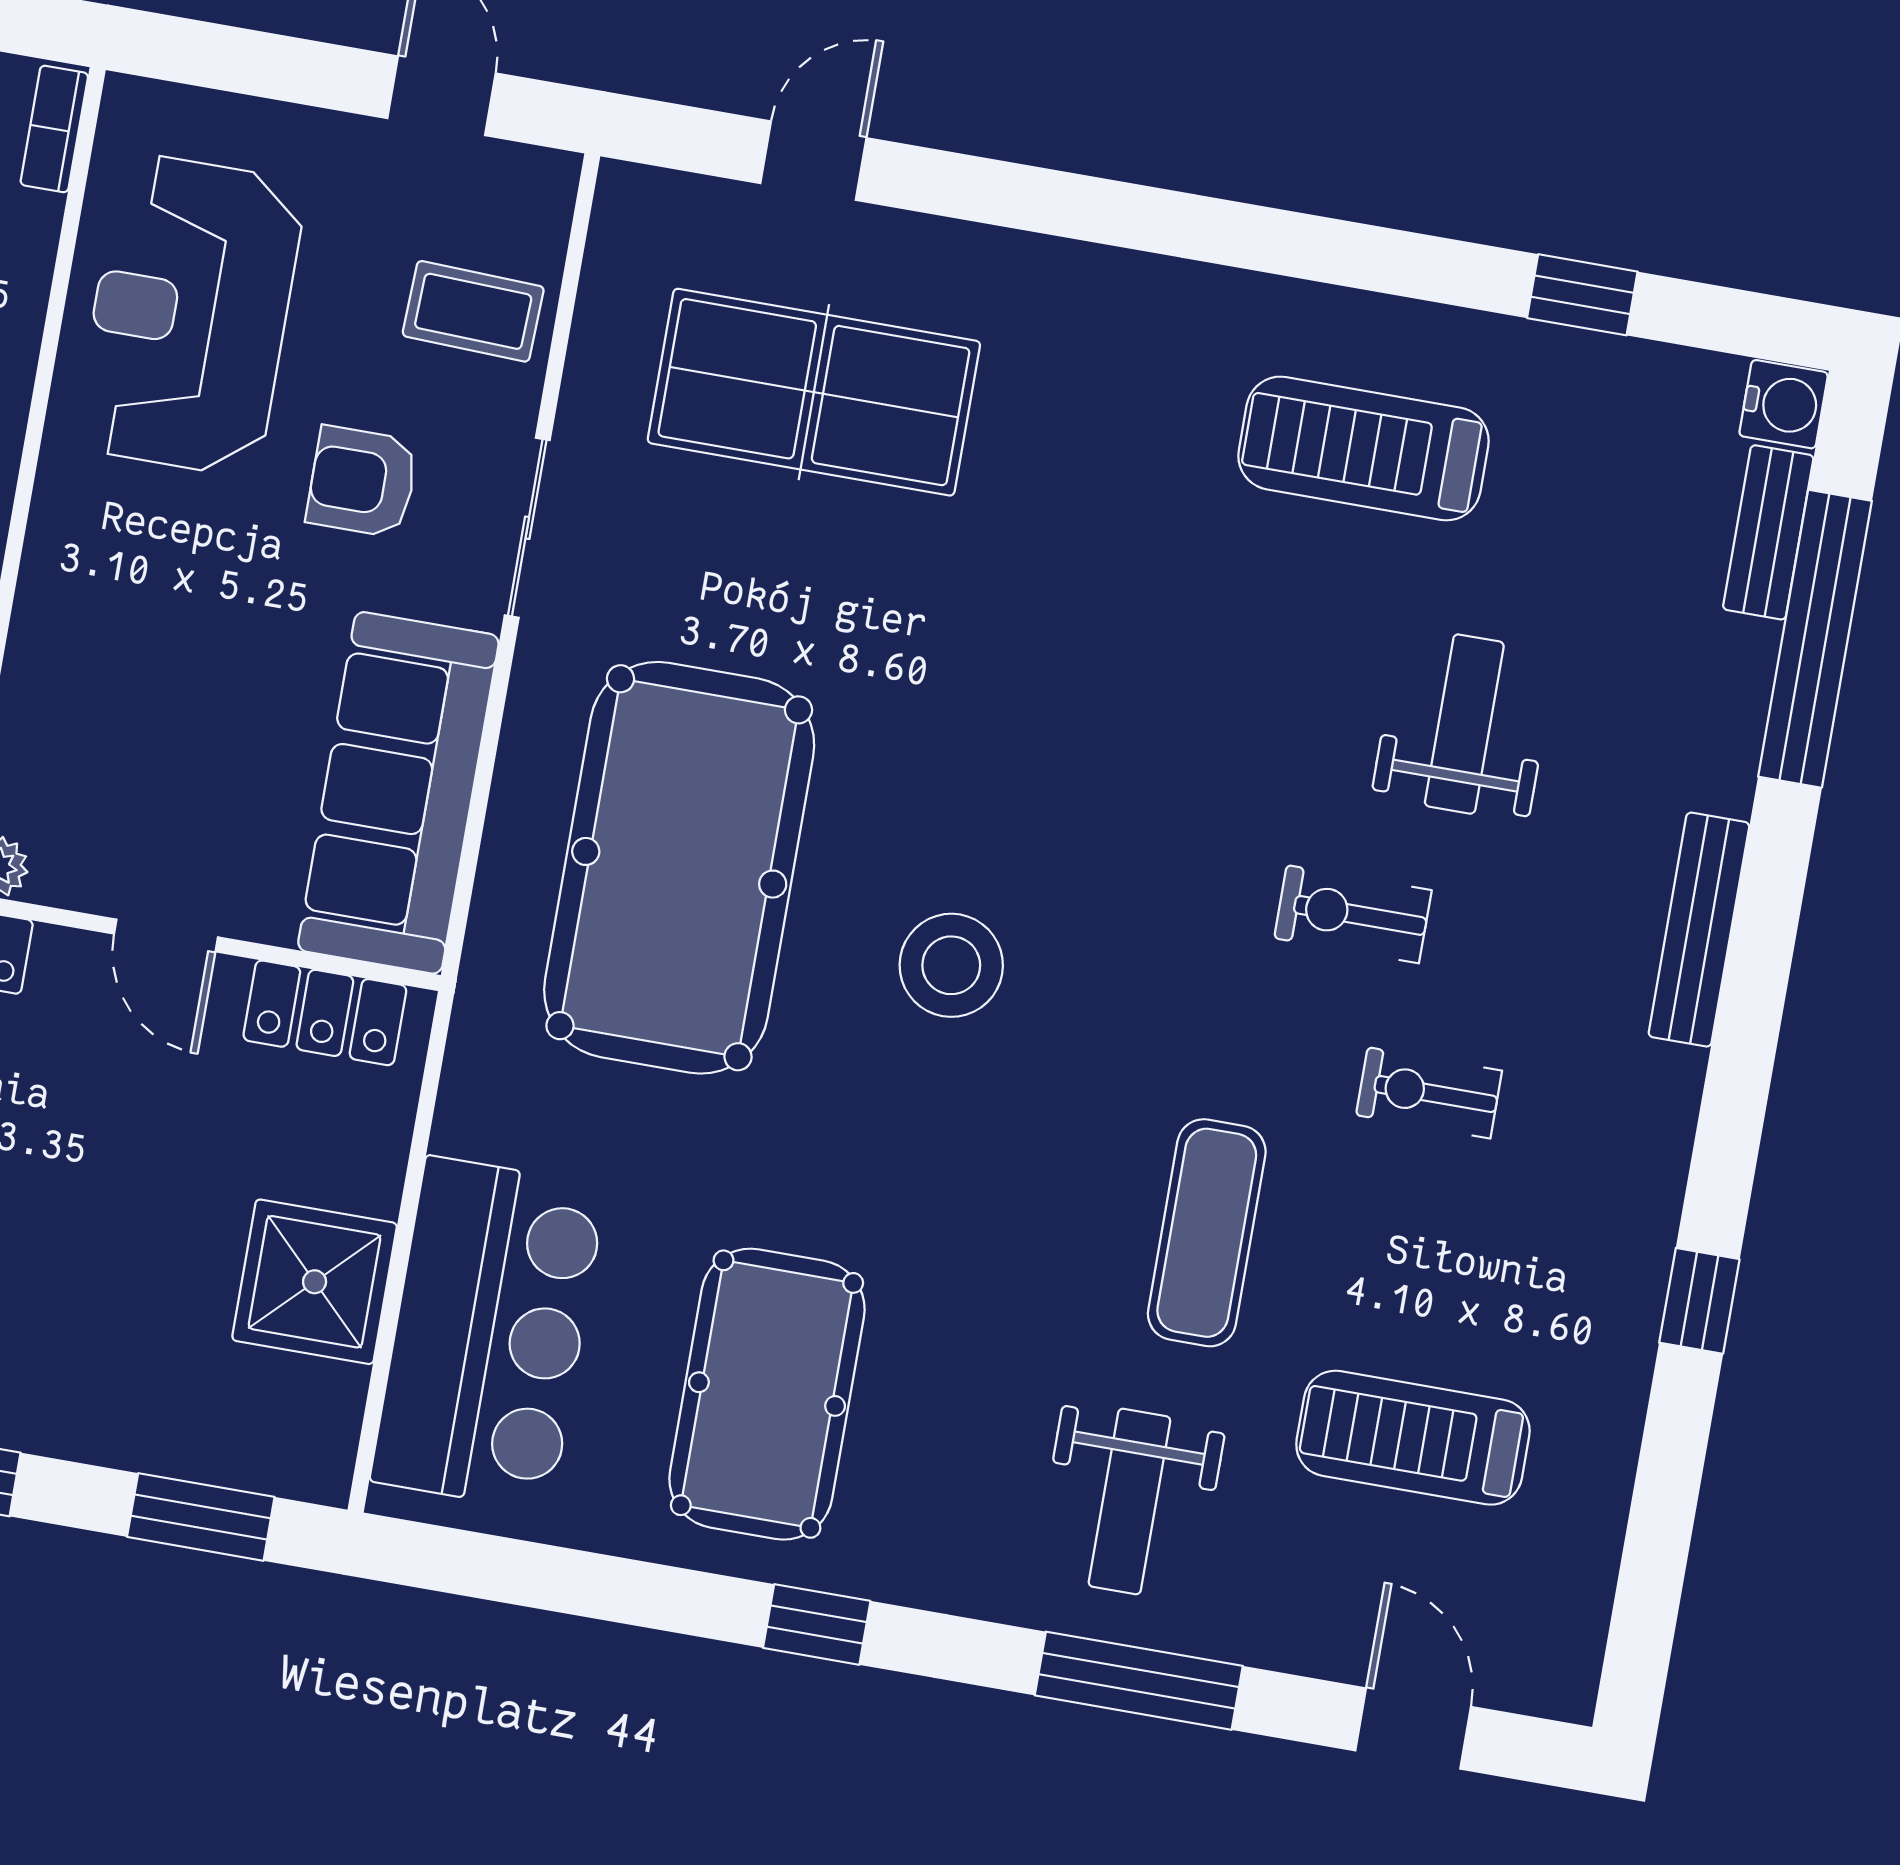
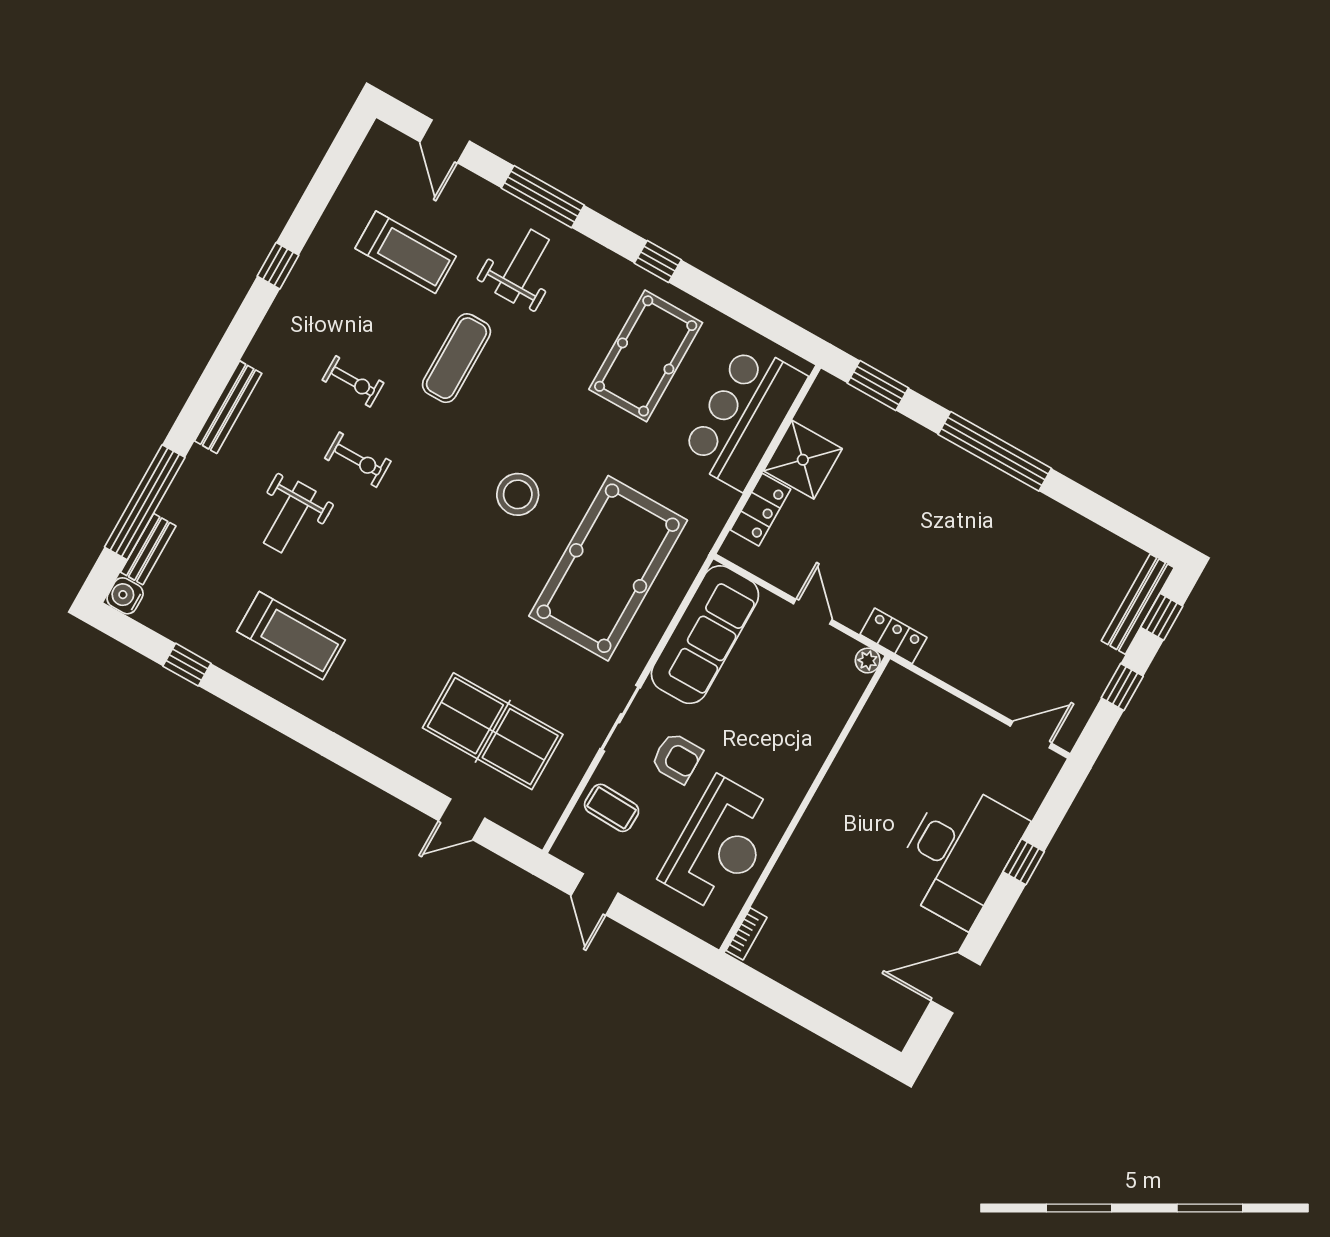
locker: (325, 1013) -> (760, 510), moved, turned 90

